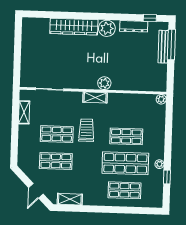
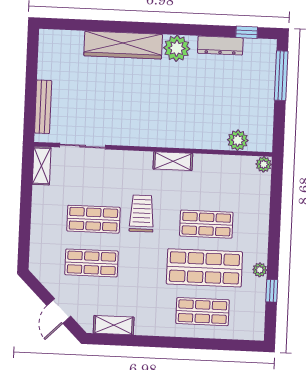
bench: (163, 47) -> (43, 107), moved
plant: (104, 83) -> (238, 140), moved
shelving: (95, 97) -> (173, 161), moved
shelving: (24, 112) -> (42, 166), moved

